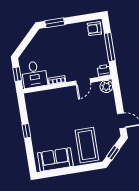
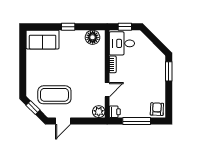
door: (83, 82) -> (107, 90), swing flipped
floor lamp: (33, 105) -> (93, 37), added
coffee table: (87, 145) -> (54, 95), moved
sofa: (55, 160) -> (43, 40), moved, turned 90

